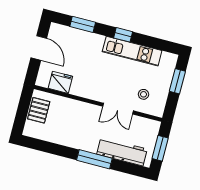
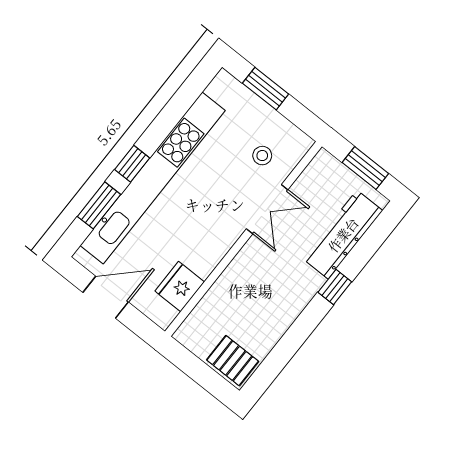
window: (123, 35) -> (132, 164), moved
kitchen unit: (132, 51) -> (153, 178), width x1.86
pallet: (39, 110) -> (233, 361), moved
window: (94, 159) -> (335, 287), width x0.46

